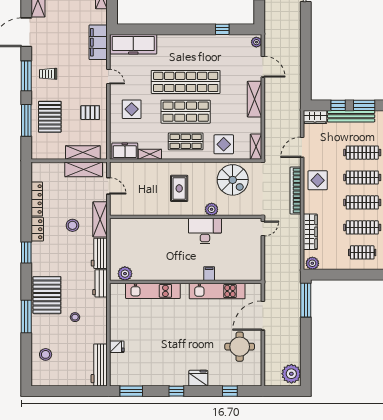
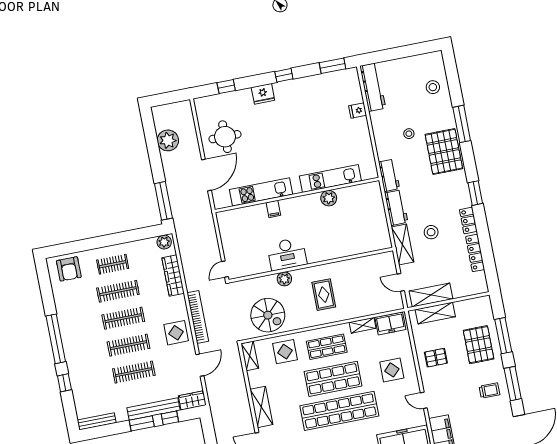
spiral stairs: (233, 180) -> (268, 315), turned 180
plant: (125, 274) -> (329, 198), moved
plant: (291, 374) -> (168, 140), moved

